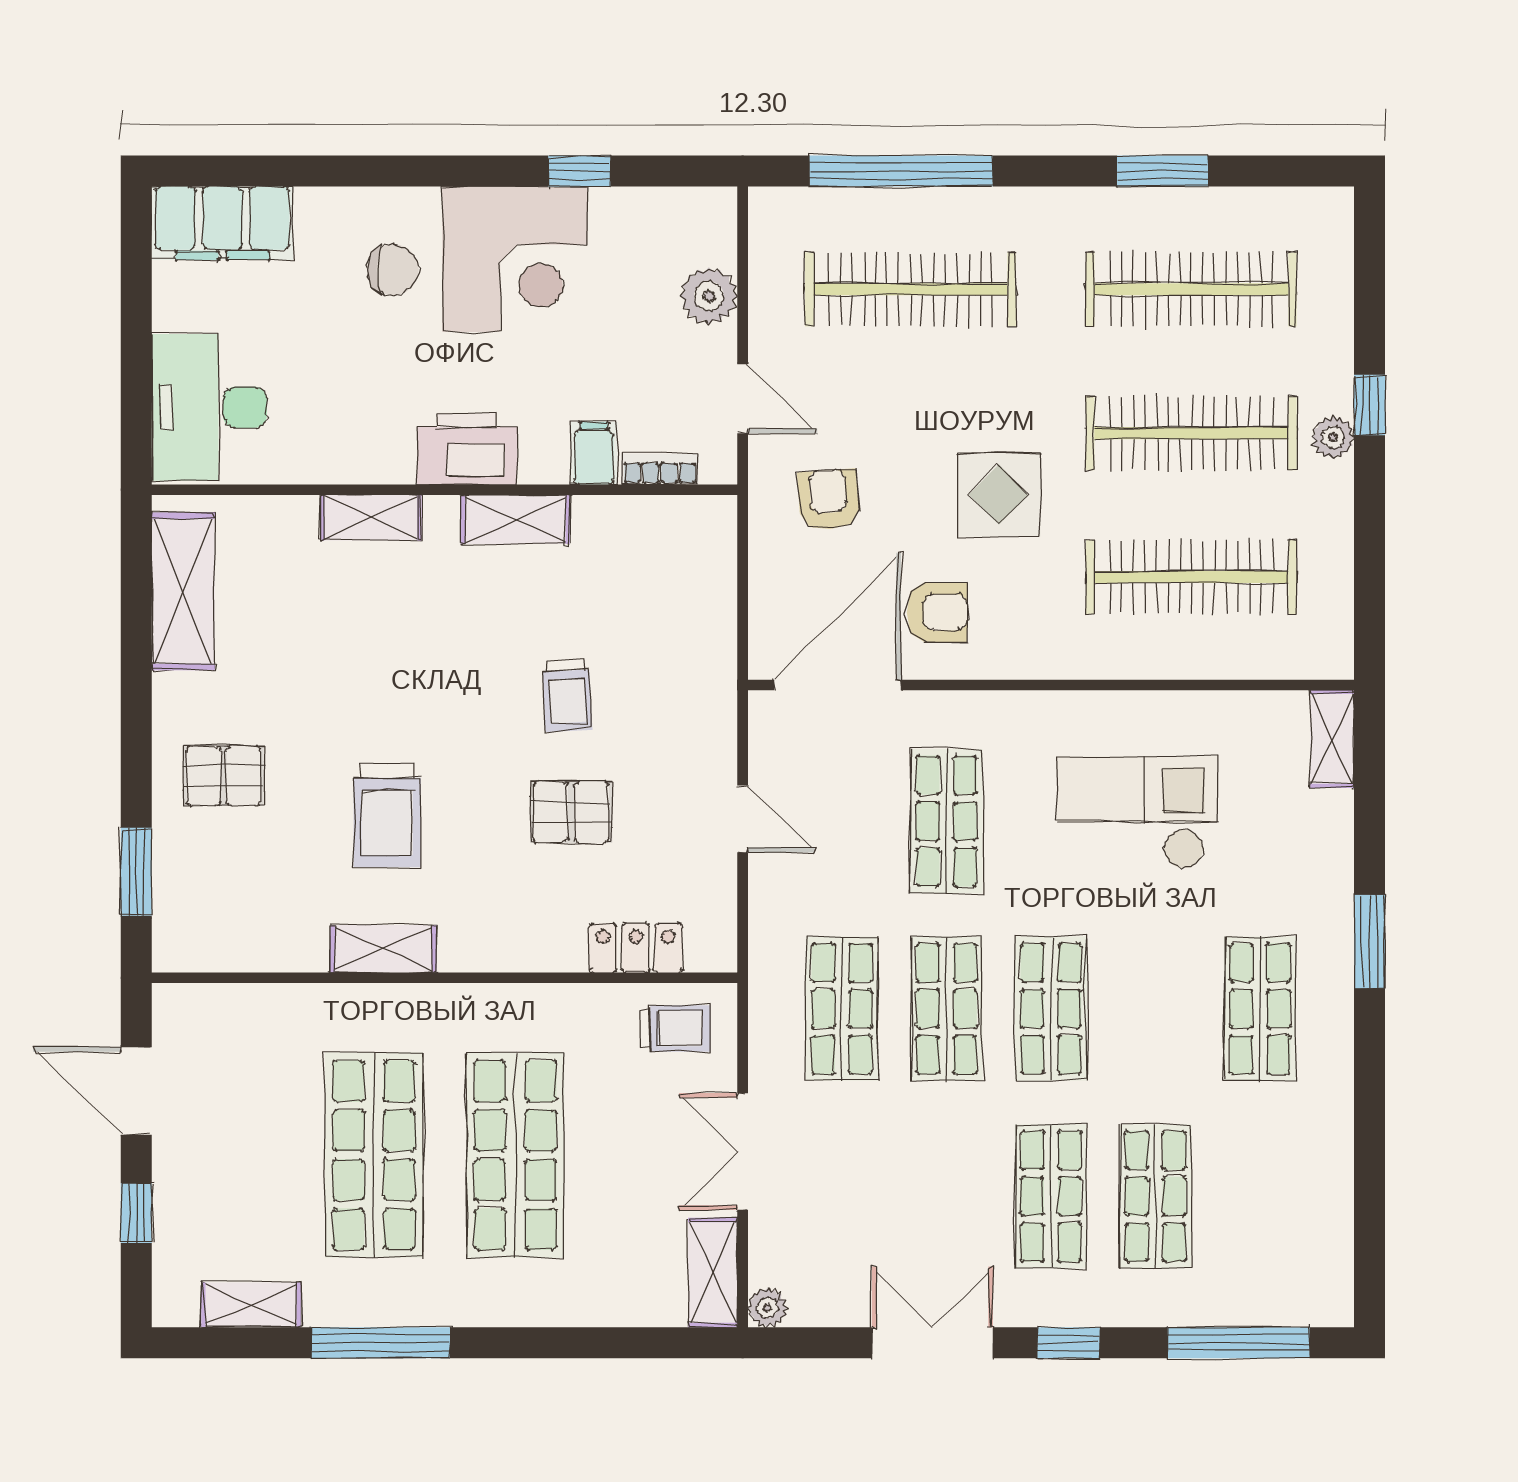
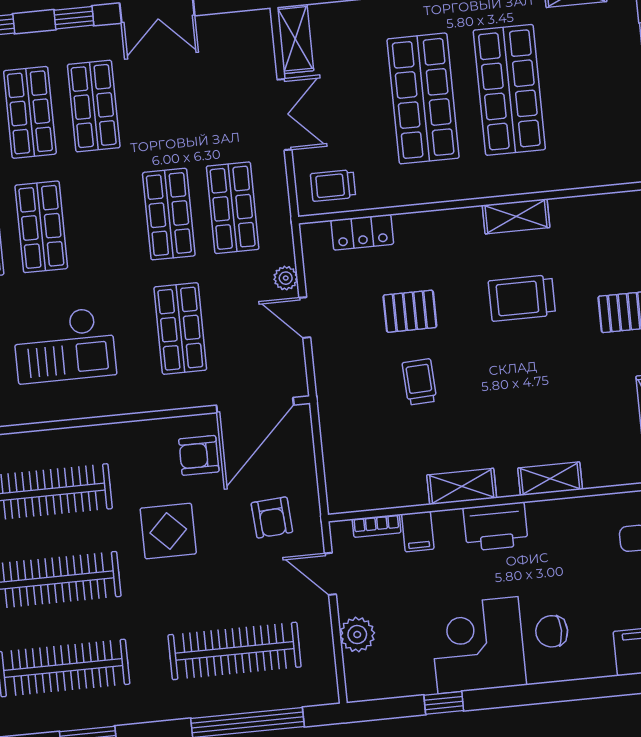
trolley: (387, 815) -> (522, 298), turned -90
shop shelf: (1051, 1009) -> (41, 227), moved
plant: (767, 1308) -> (286, 278), moved

